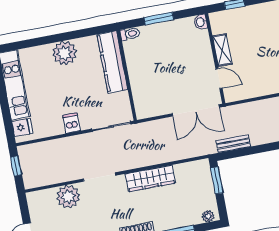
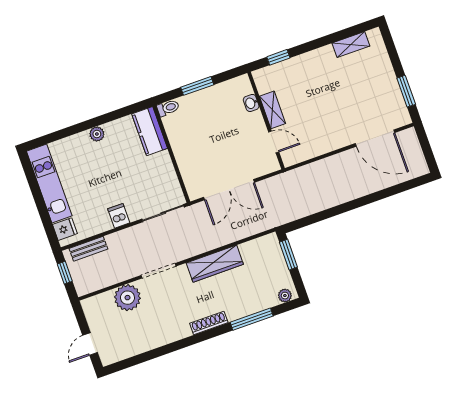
washbasin: (201, 22) -> (251, 103), moved
plant: (64, 53) -> (97, 134), width x0.53, depth x0.53
kitchen counter: (112, 62) -> (150, 131), width x0.67
double door: (196, 110) -> (229, 190), moved
bench: (233, 144) -> (88, 249), moved

